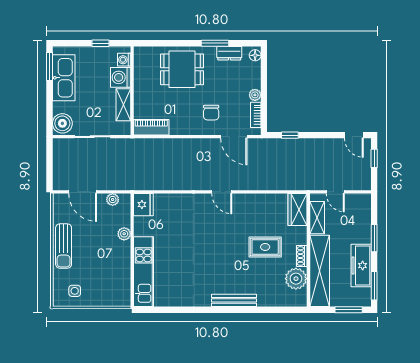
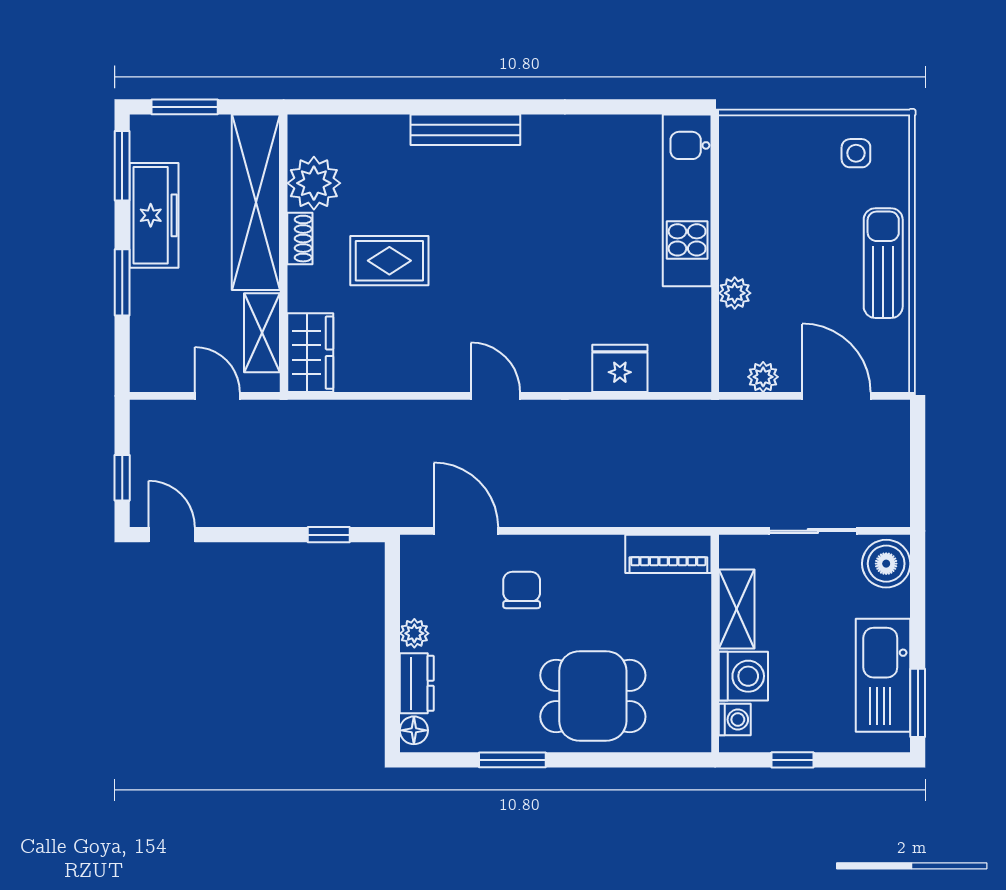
dresser: (229, 53) -> (417, 683), moved, turned 90
bookcase: (256, 115) -> (412, 585), removed
fridge: (143, 205) -> (620, 368), moved, turned 90

